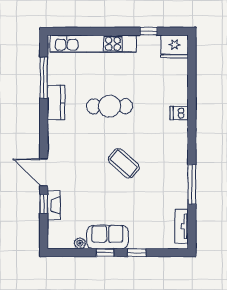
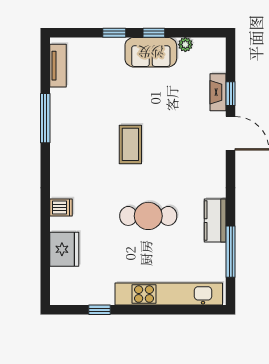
fridge: (175, 46) -> (64, 249), moved, turned 90
coffee table: (124, 163) -> (130, 144), turned 48

